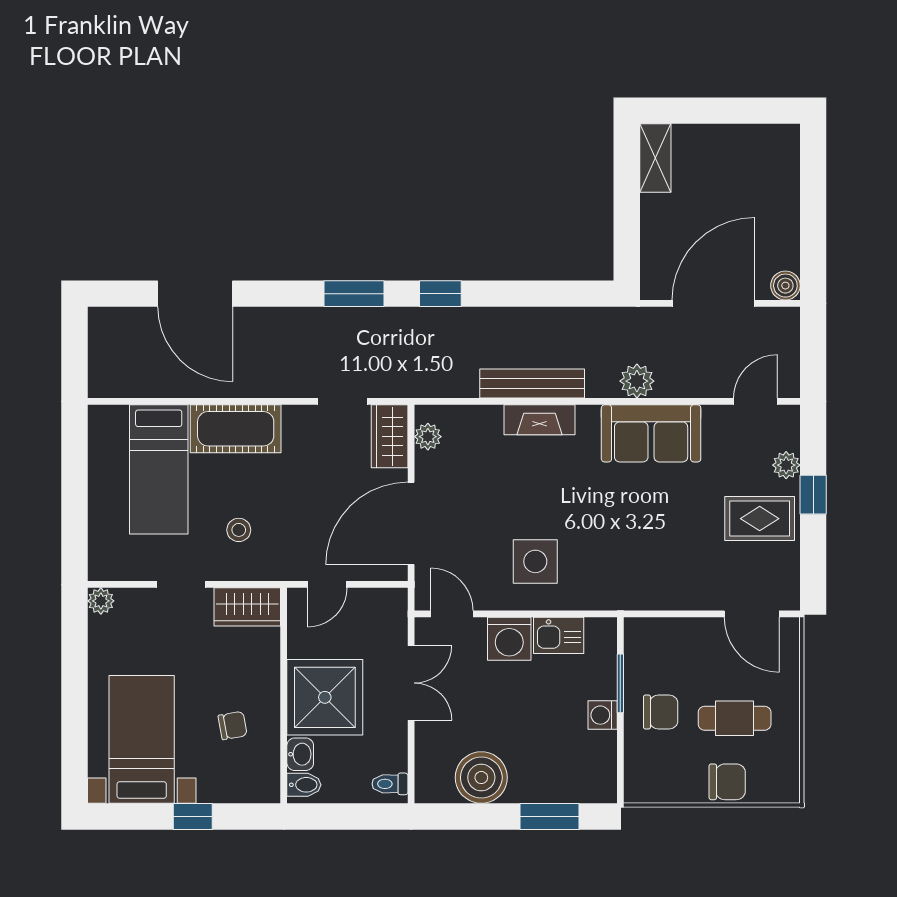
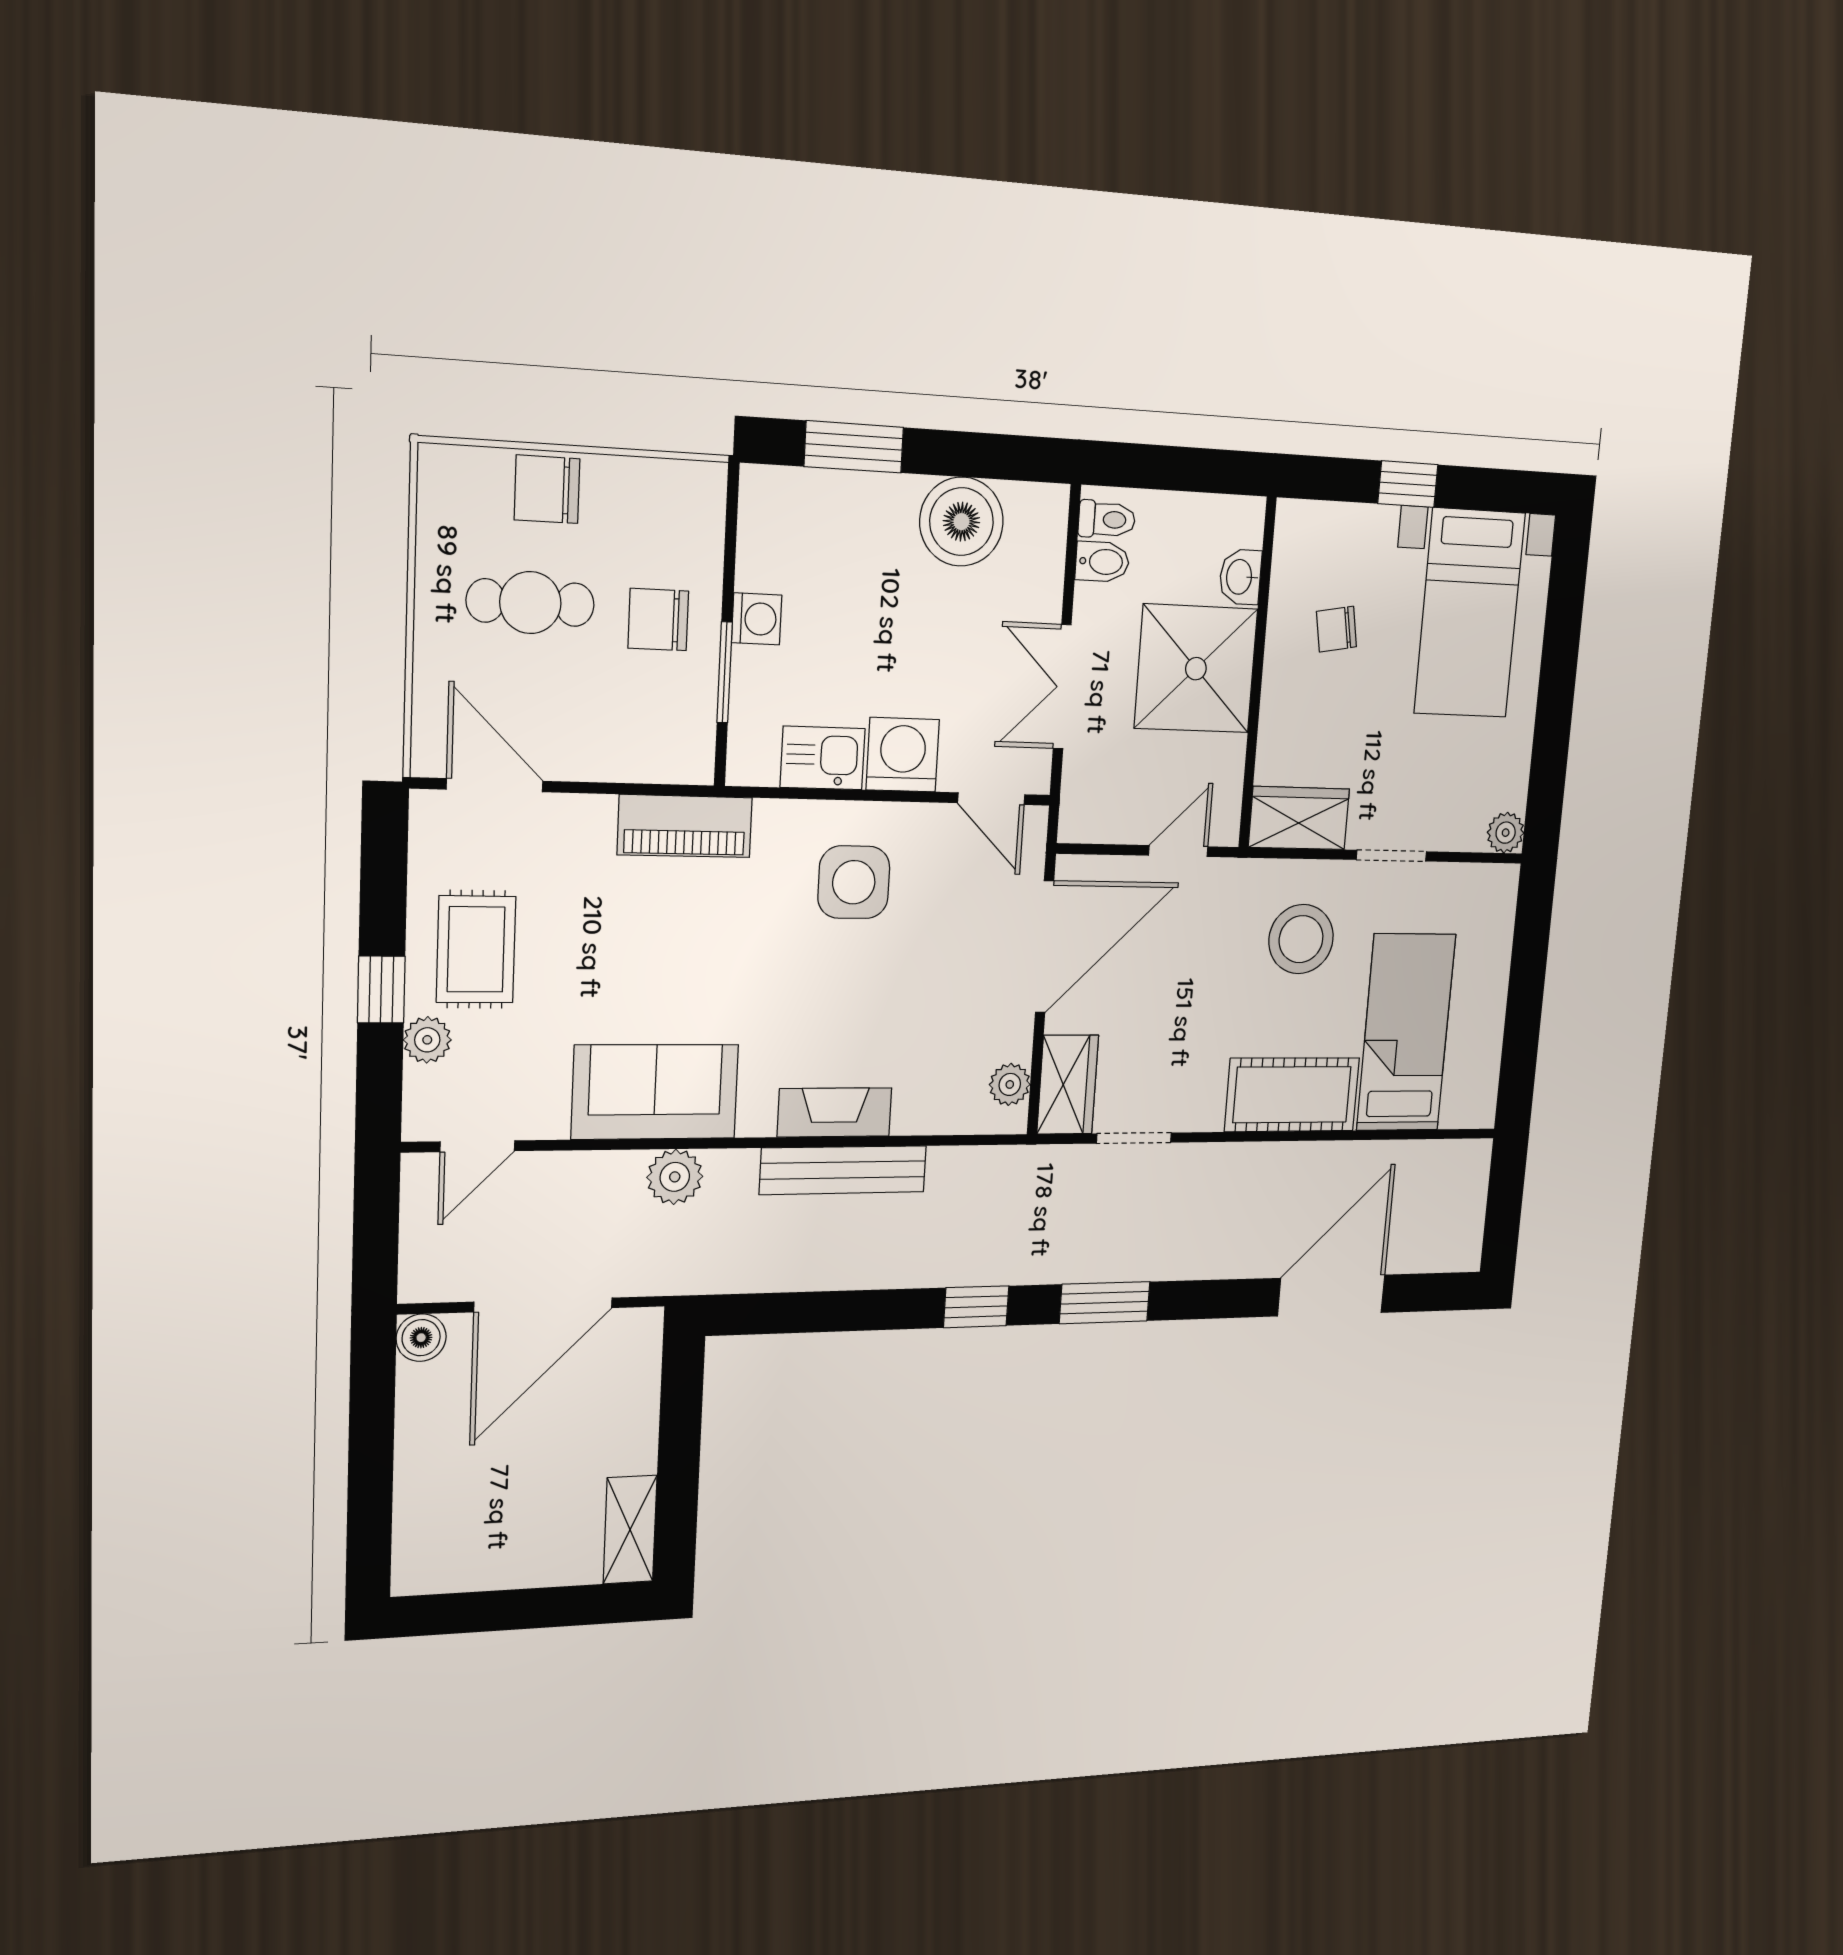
door: (195, 294) -> (1331, 1295), hinge flipped
rug: (760, 519) -> (476, 949), turned 90
stool: (239, 530) -> (1301, 939), width x1.89, depth x1.89
piano: (640, 593) -> (685, 826), added
bidet: (304, 785) -> (1102, 562), moved, turned 180

